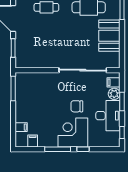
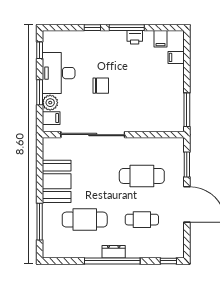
cafe table: (46, 40) -> (142, 176), added
corner desk: (73, 132) -> (106, 50), removed
printer: (52, 142) -> (135, 37), added

